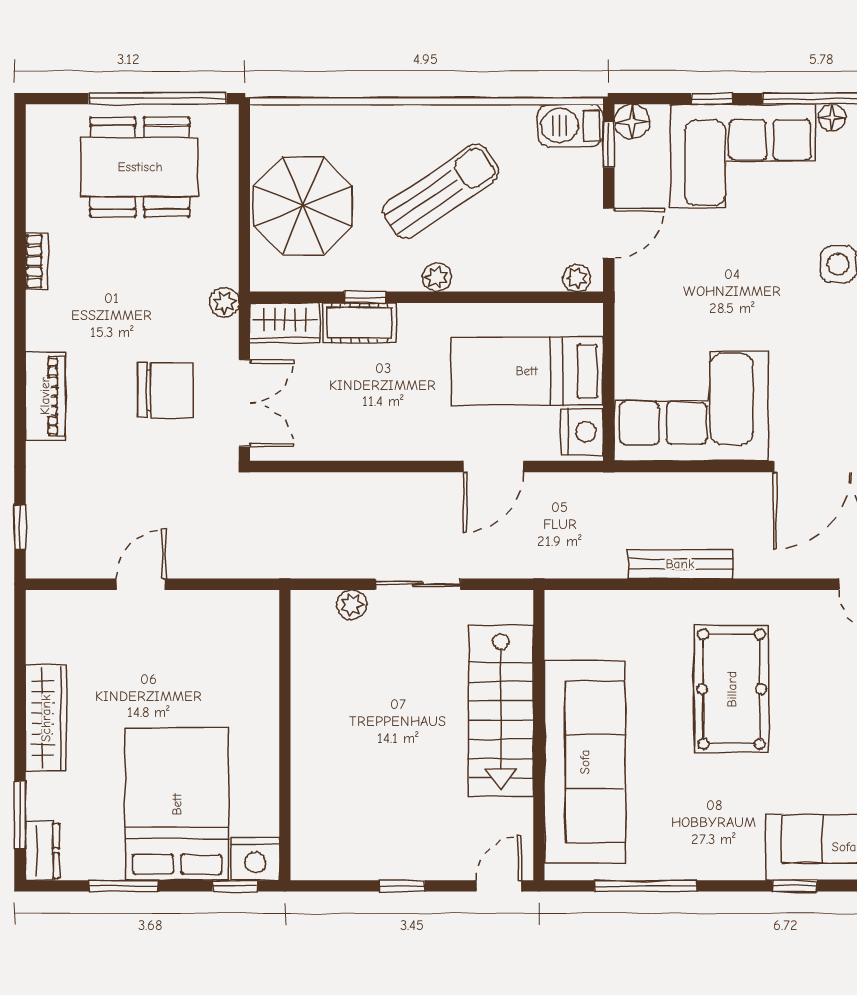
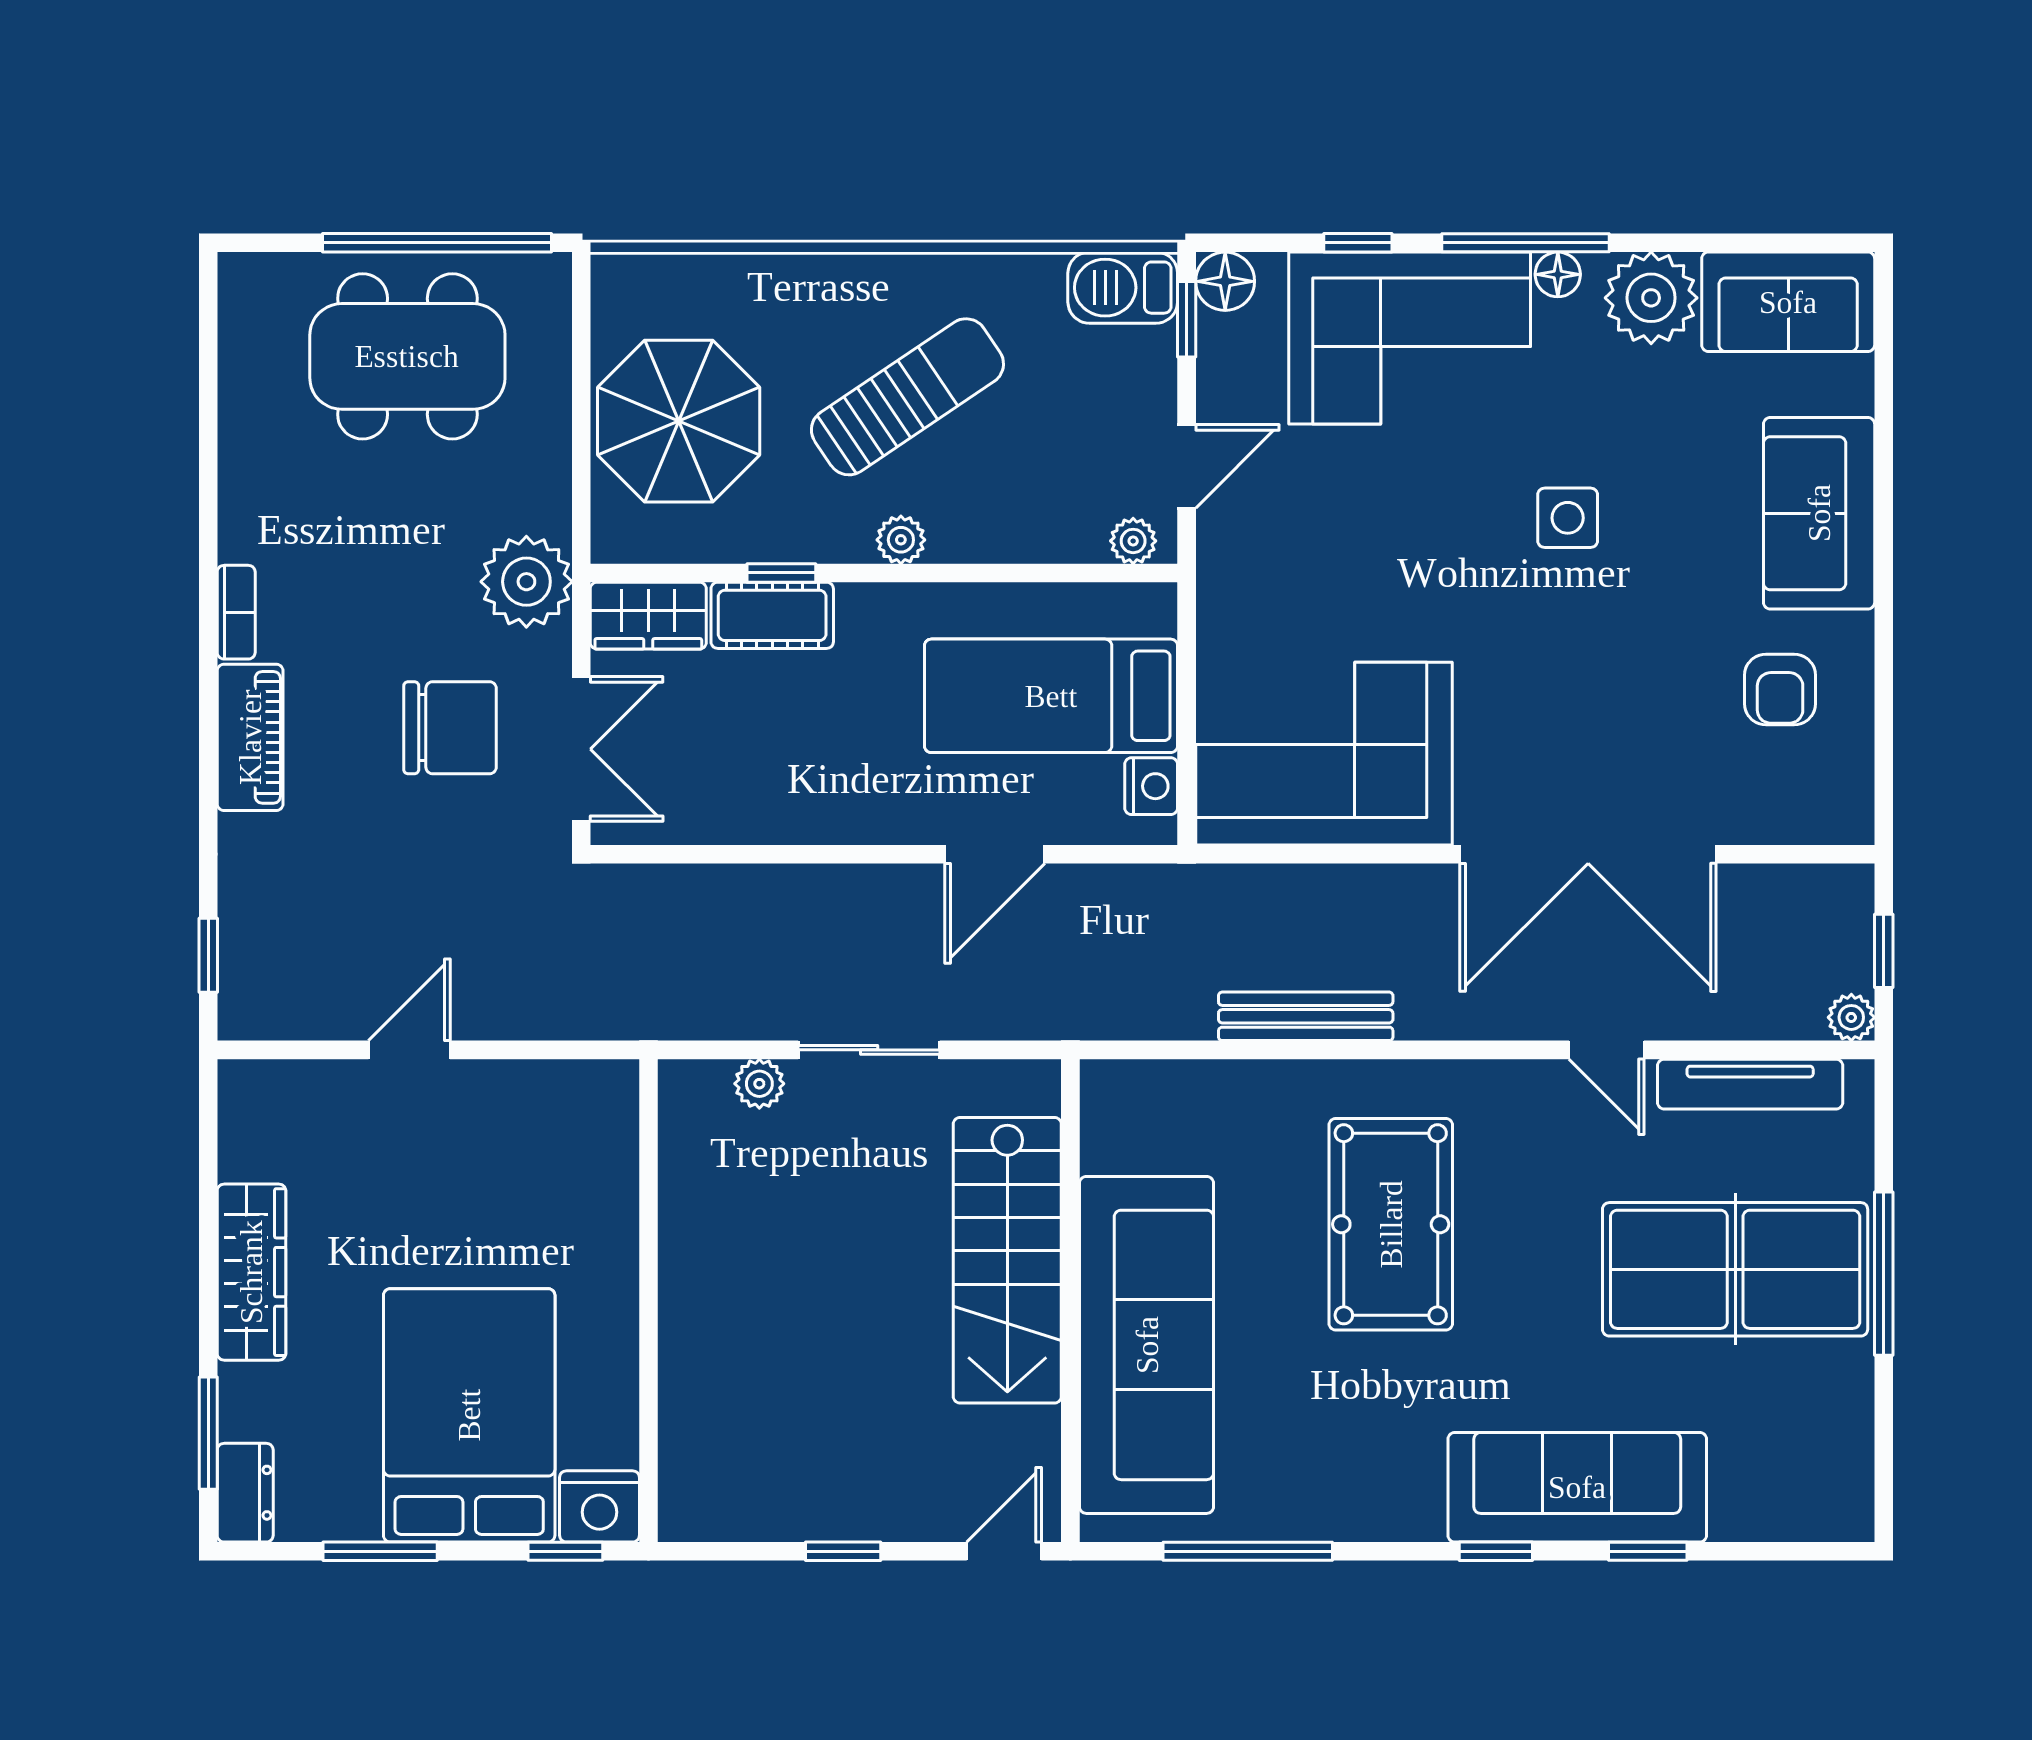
bookcase: (37, 261) -> (236, 612), moved
plant: (224, 302) -> (526, 582), width x1.88, depth x1.88
nightstand: (582, 432) -> (1151, 786), width x0.74, depth x0.75

